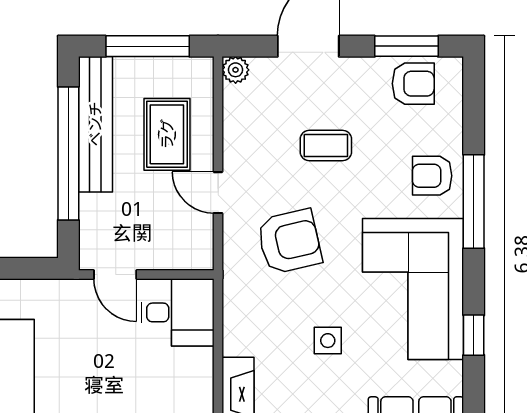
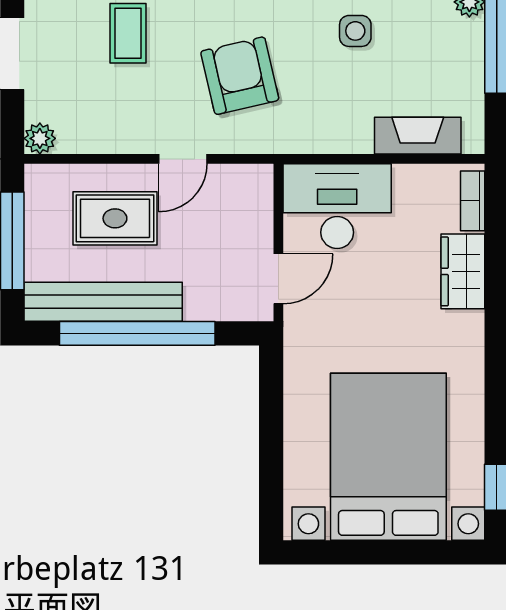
desk: (177, 312) -> (337, 206), width x1.37

